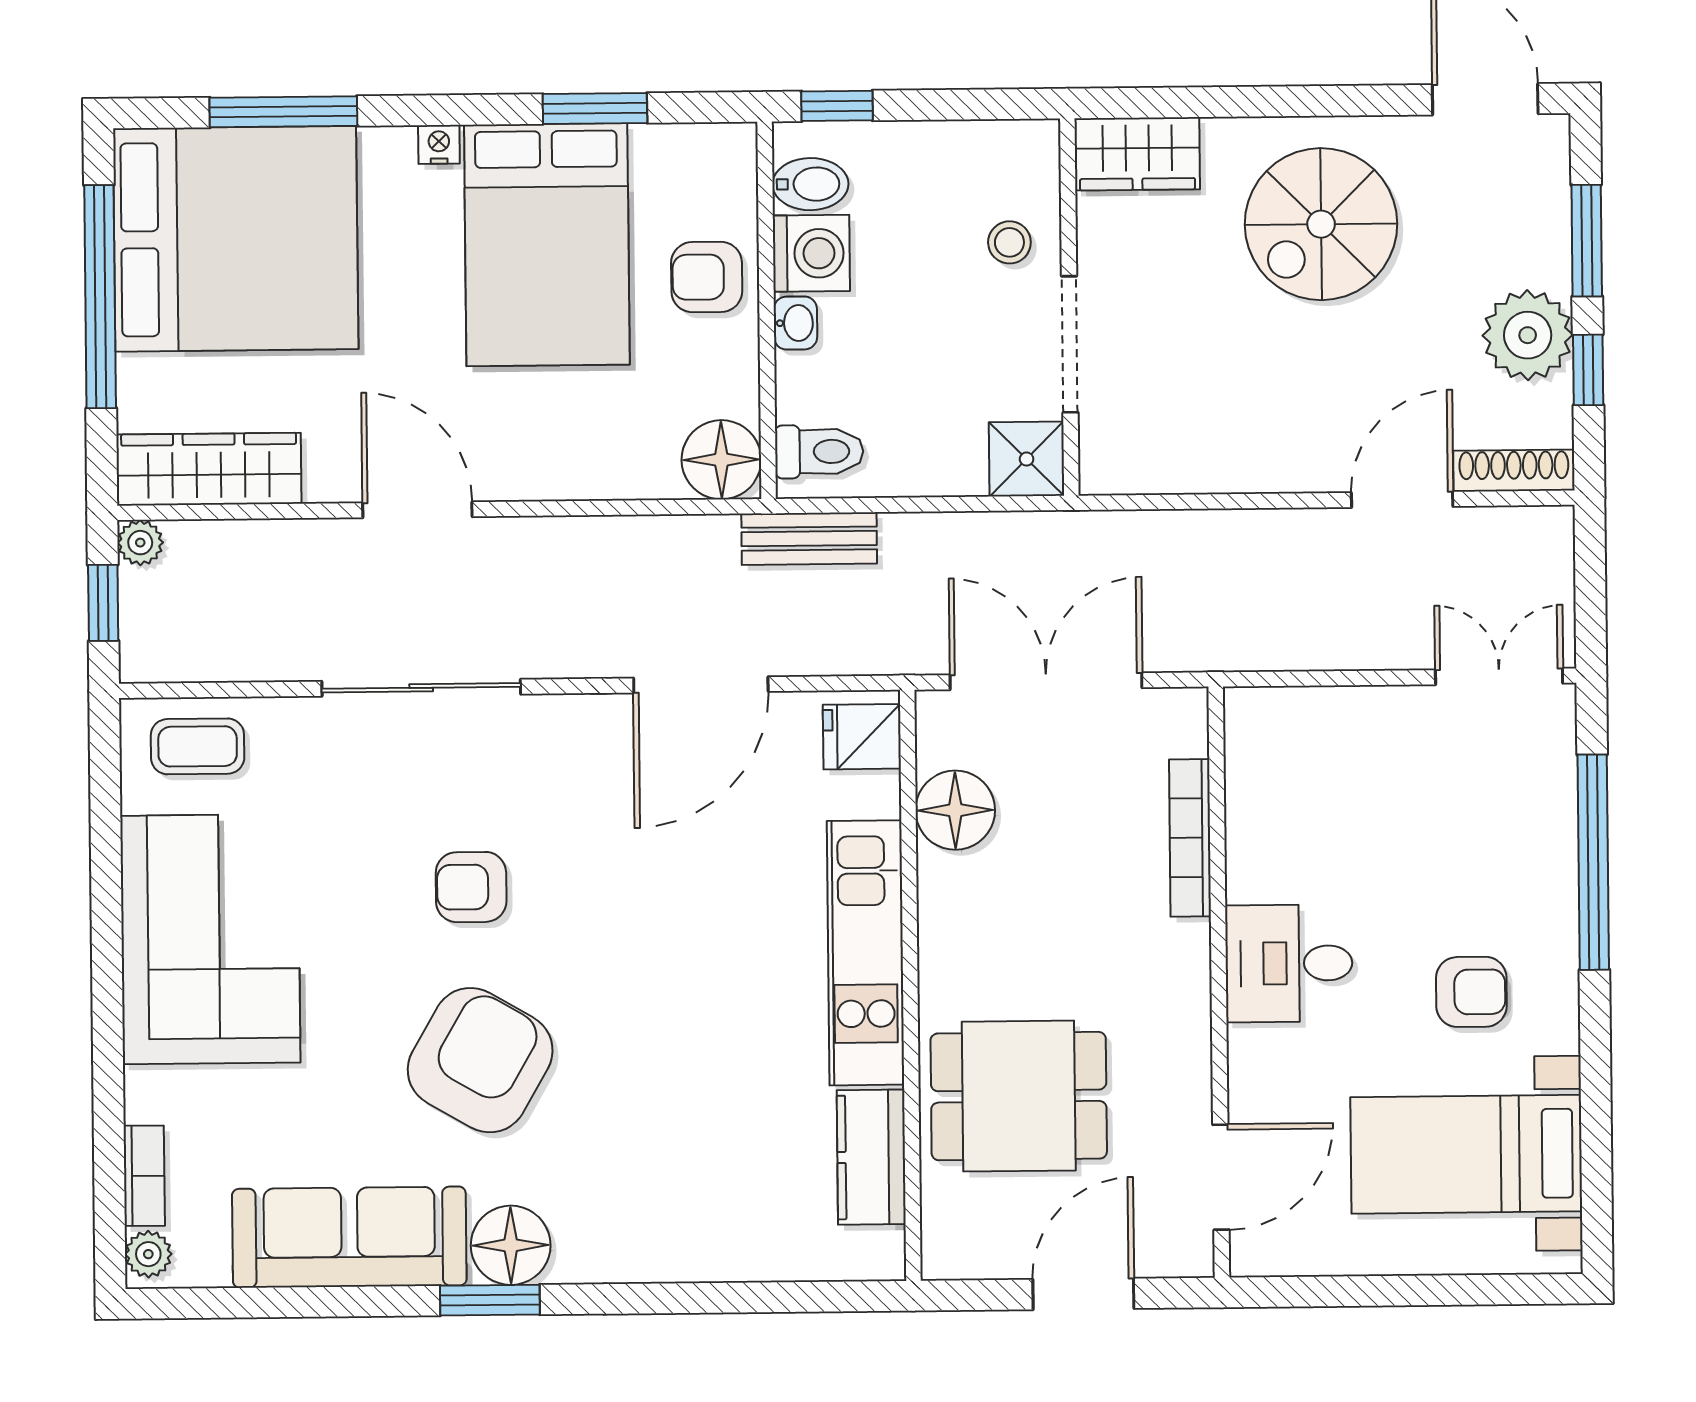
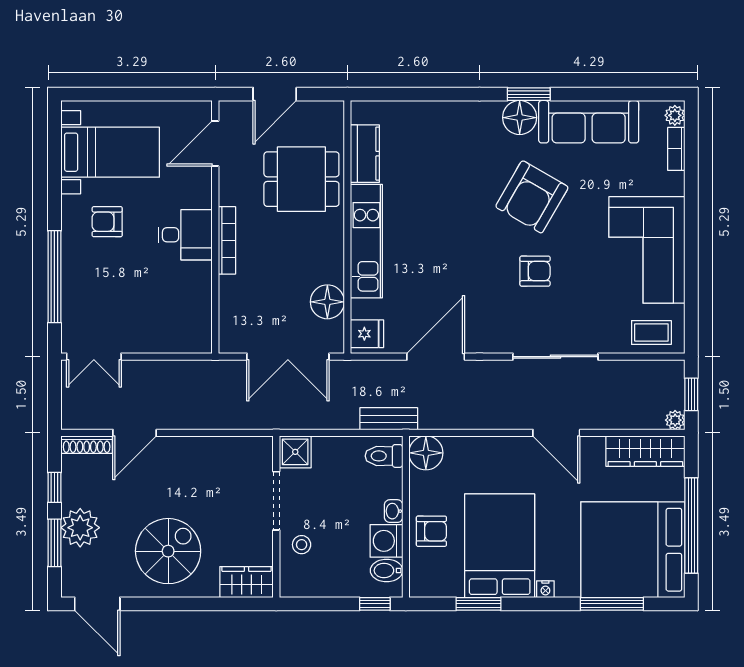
plant: (1528, 335) -> (80, 528), moved
bookcase: (1190, 838) -> (227, 240), moved

